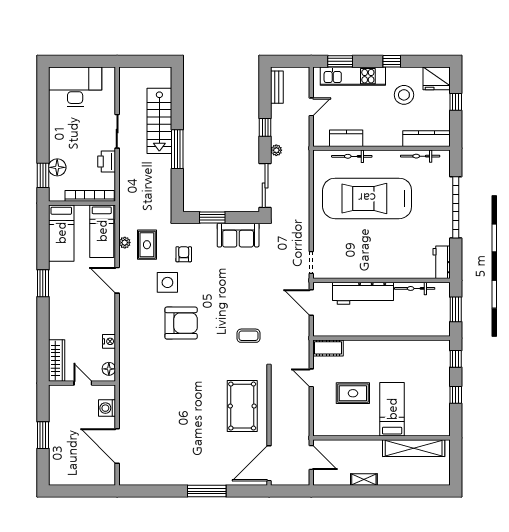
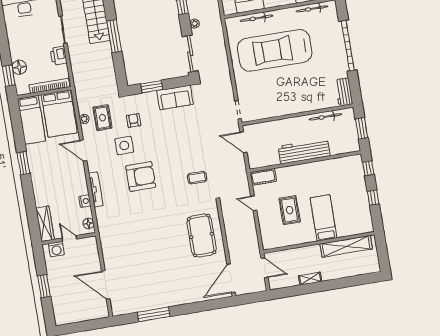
bed: (102, 231) -> (59, 114), width x1.50
workbench: (363, 293) -> (304, 151), moved, turned 180
tv unit: (124, 329) -> (96, 189), added
rug: (353, 393) -> (290, 210), turned 90
washing machine: (107, 408) -> (56, 249), moved, turned -90
window: (207, 491) -> (154, 314), moved

